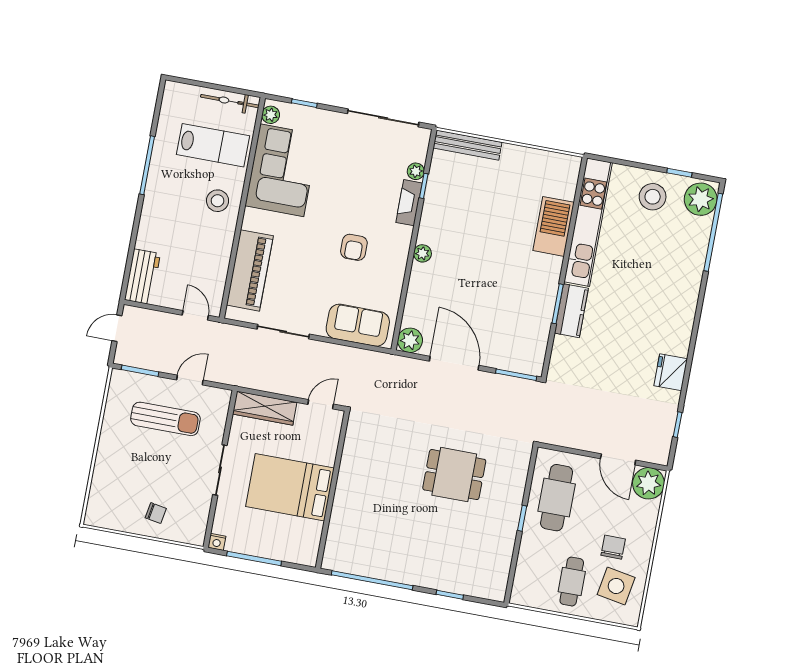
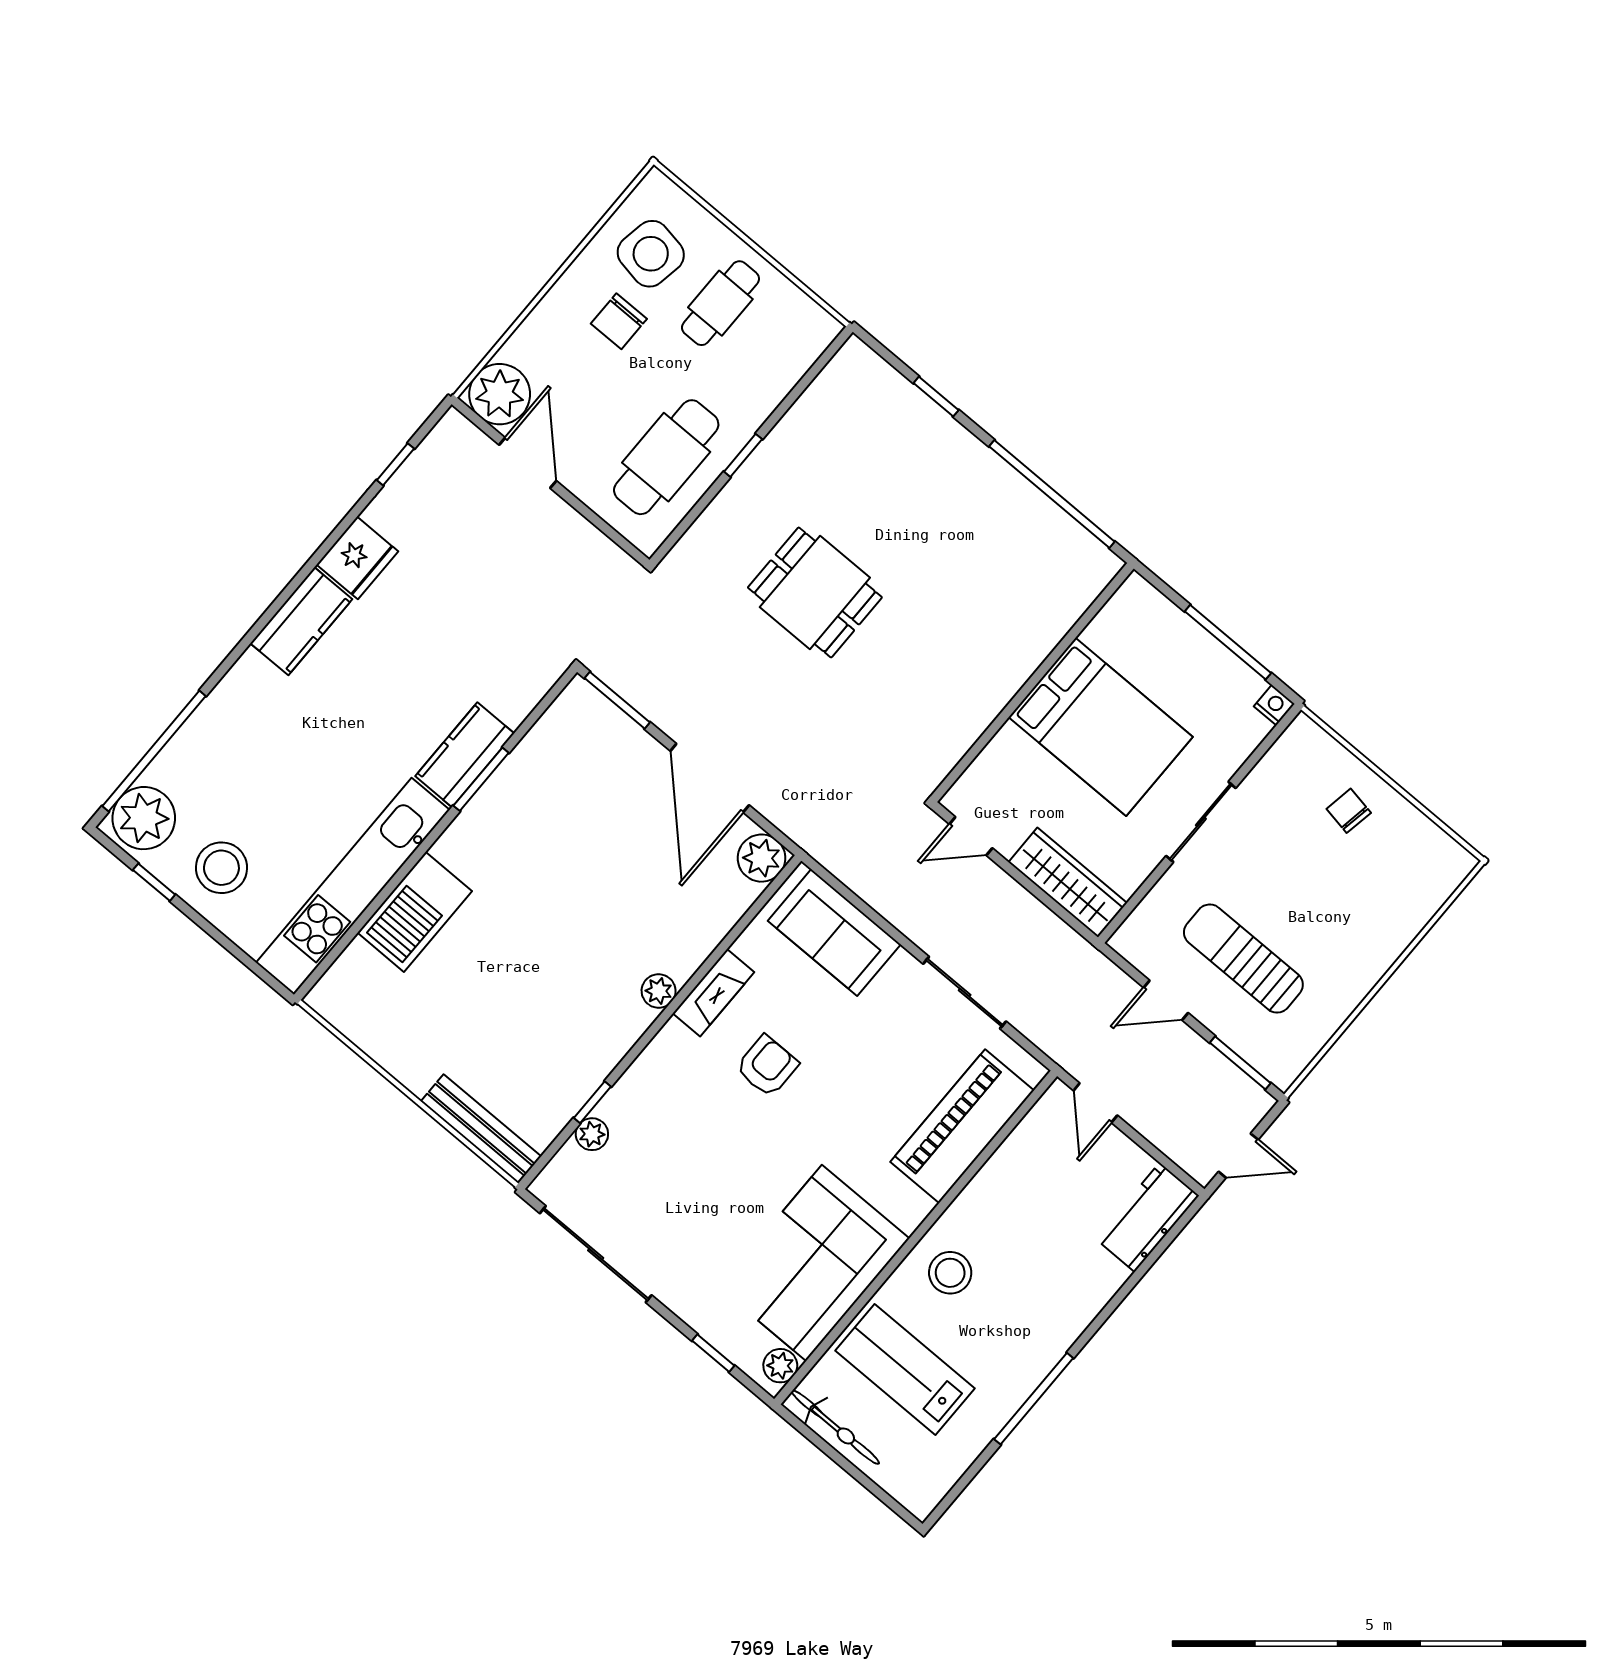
fireplace: (409, 203) -> (713, 993), moved
kitchen counter: (680, 329) -> (301, 621), added

